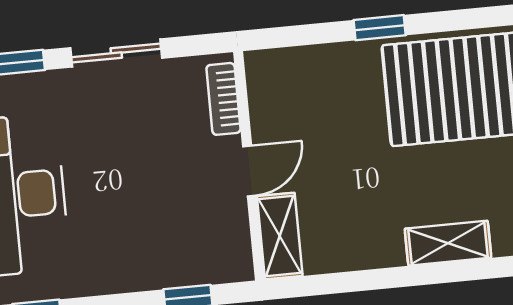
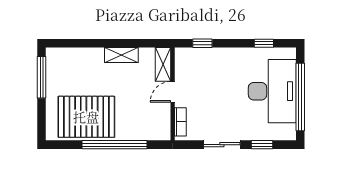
window: (380, 28) -> (115, 145), width x3.17
shelving: (448, 243) -> (121, 55), moved

